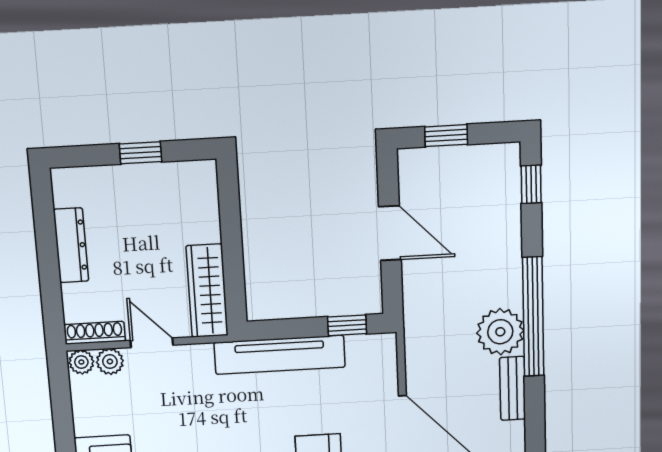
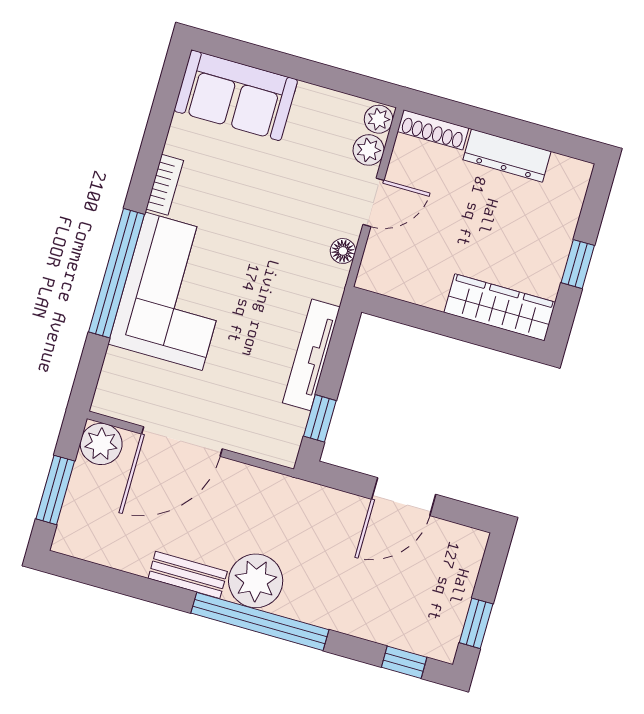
window: (446, 136) -> (476, 623), moved
wardrobe: (207, 291) -> (500, 307), moved
shoe rack: (95, 333) -> (433, 130), moved, turned 90
floor lamp: (201, 354) -> (343, 251), added
tv unit: (280, 355) -> (311, 355), width x0.73, depth x0.78

